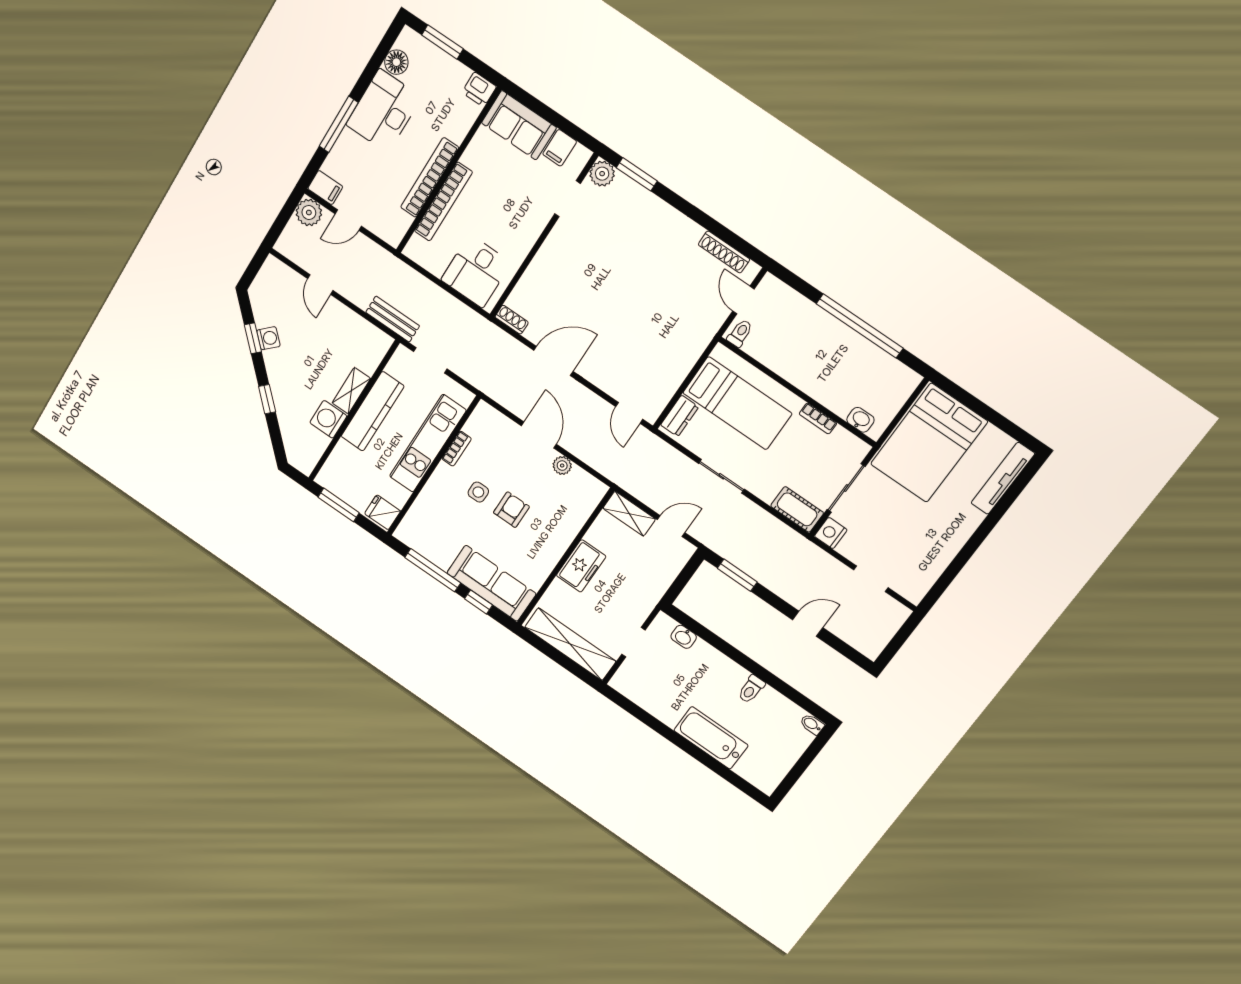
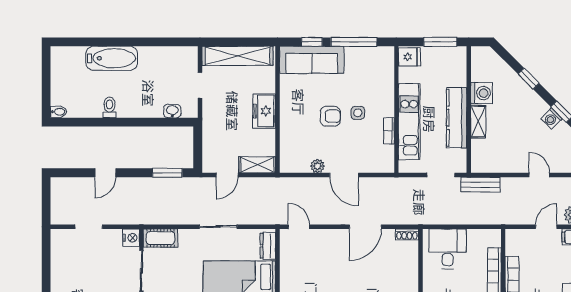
armchair: (511, 510) -> (330, 116), turned -90

